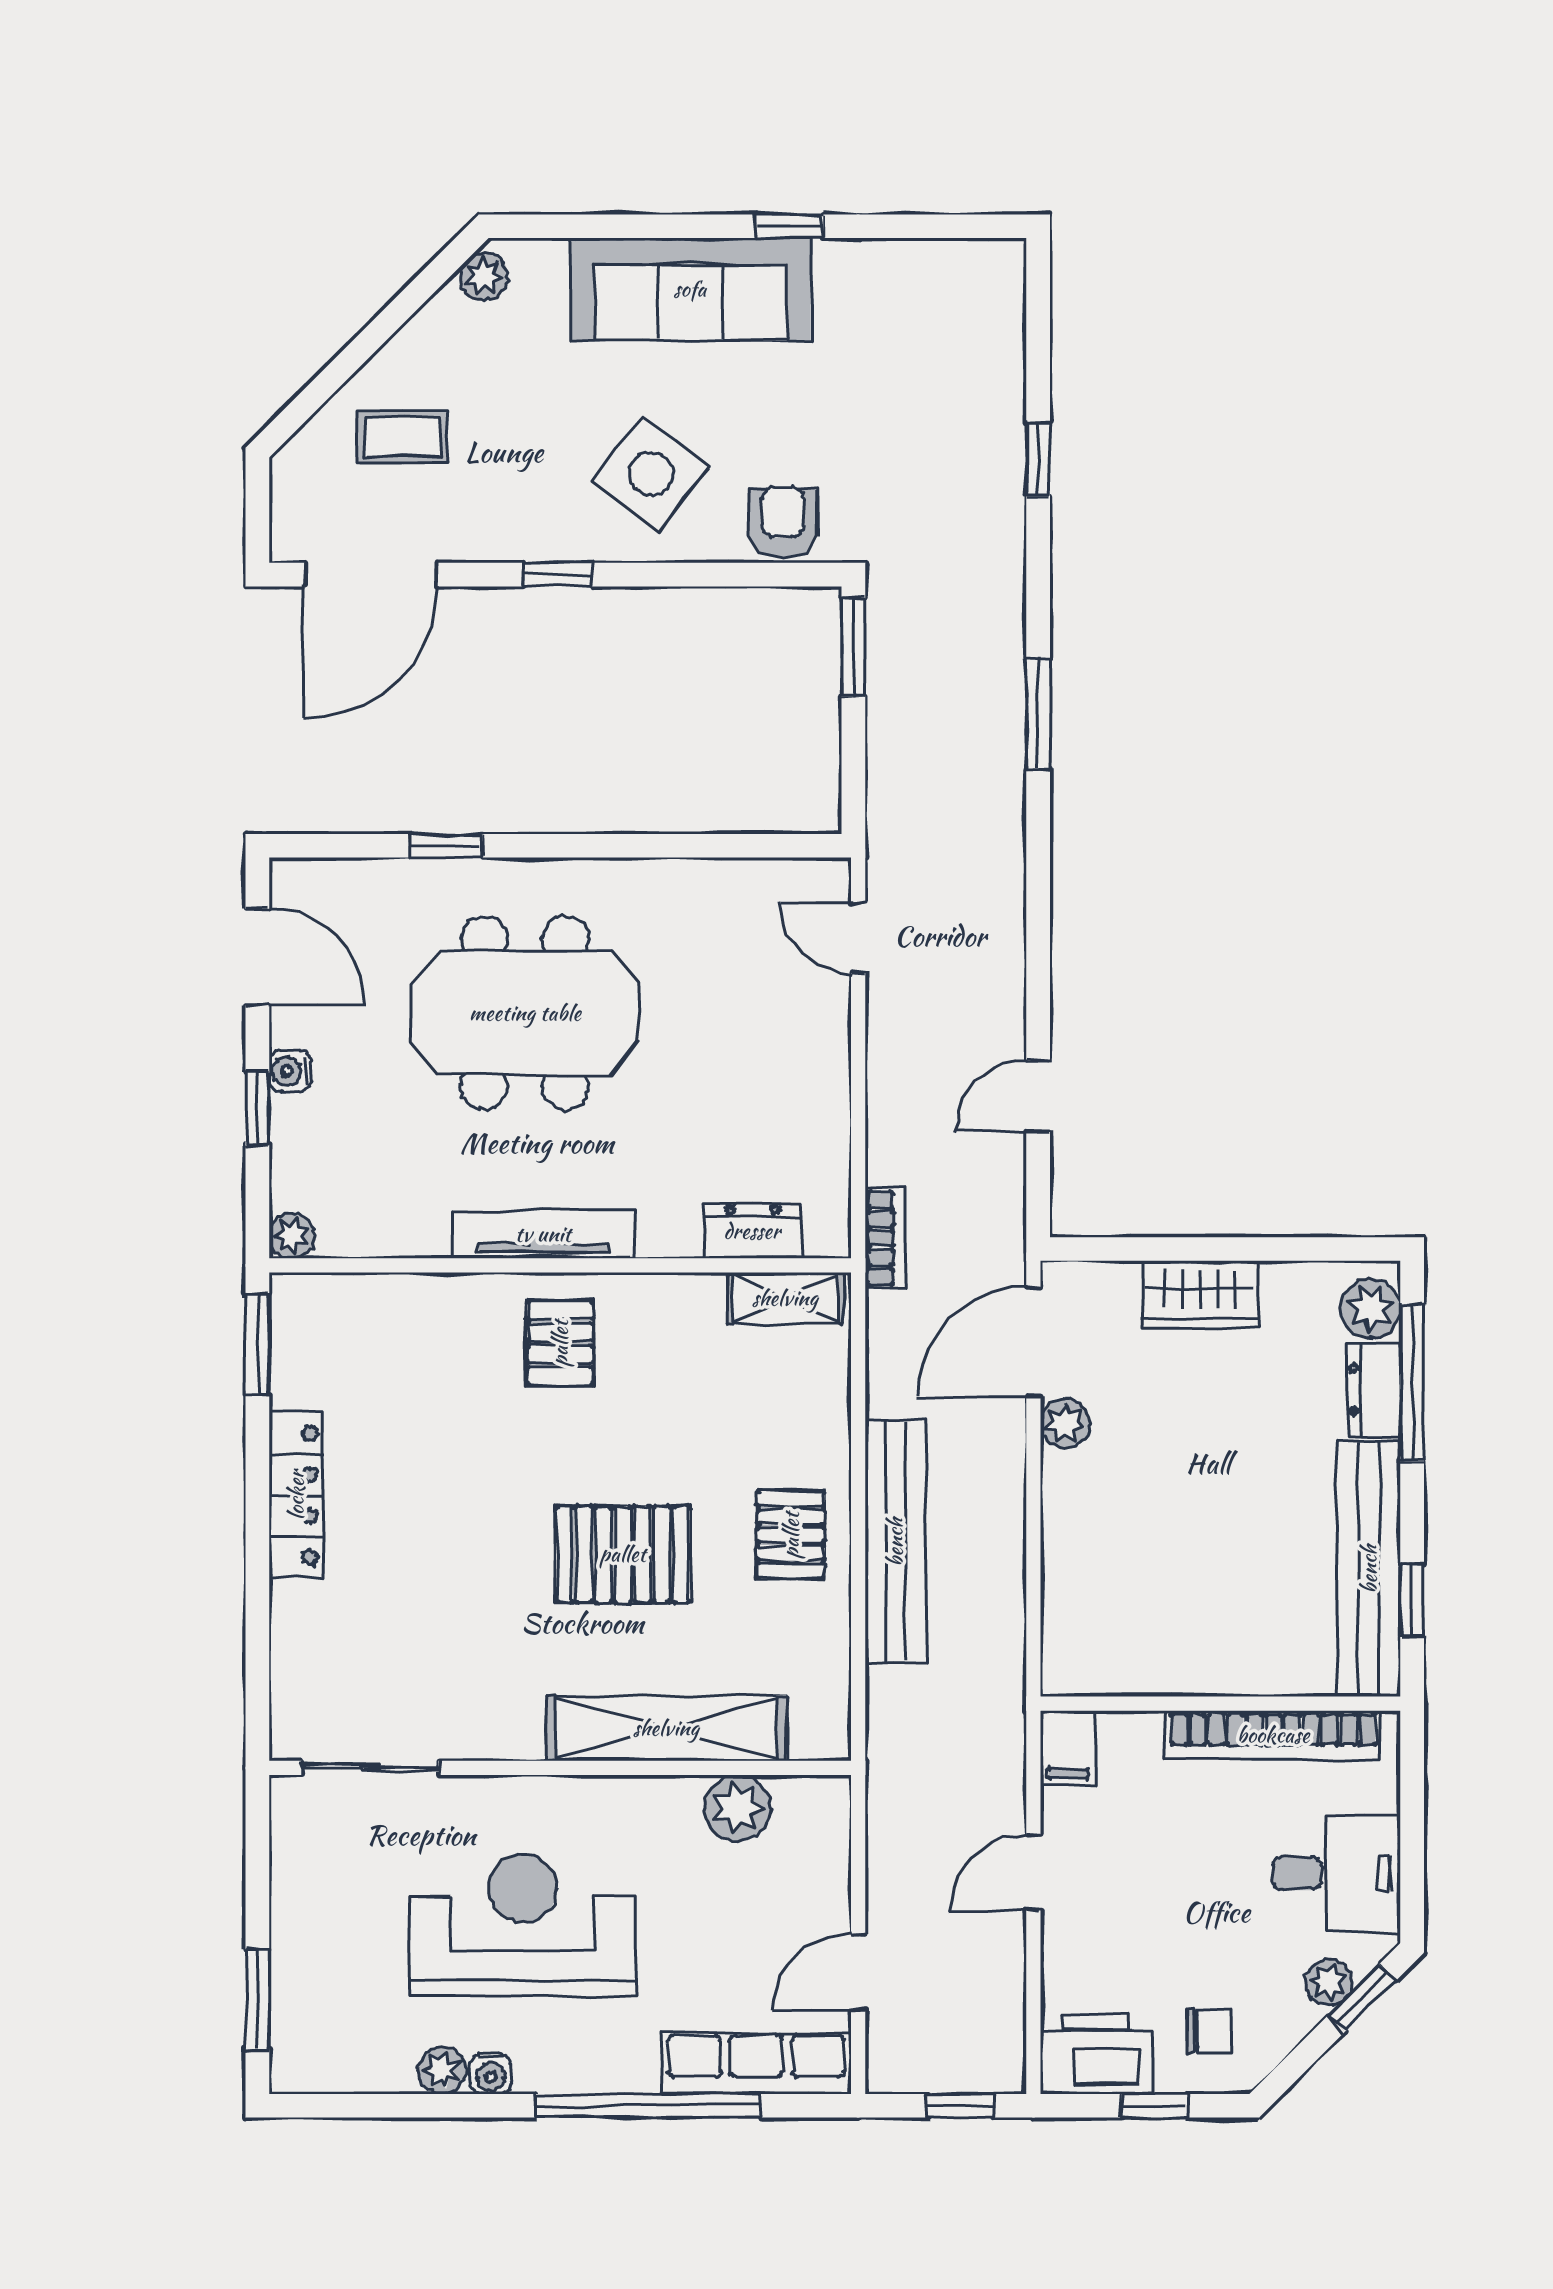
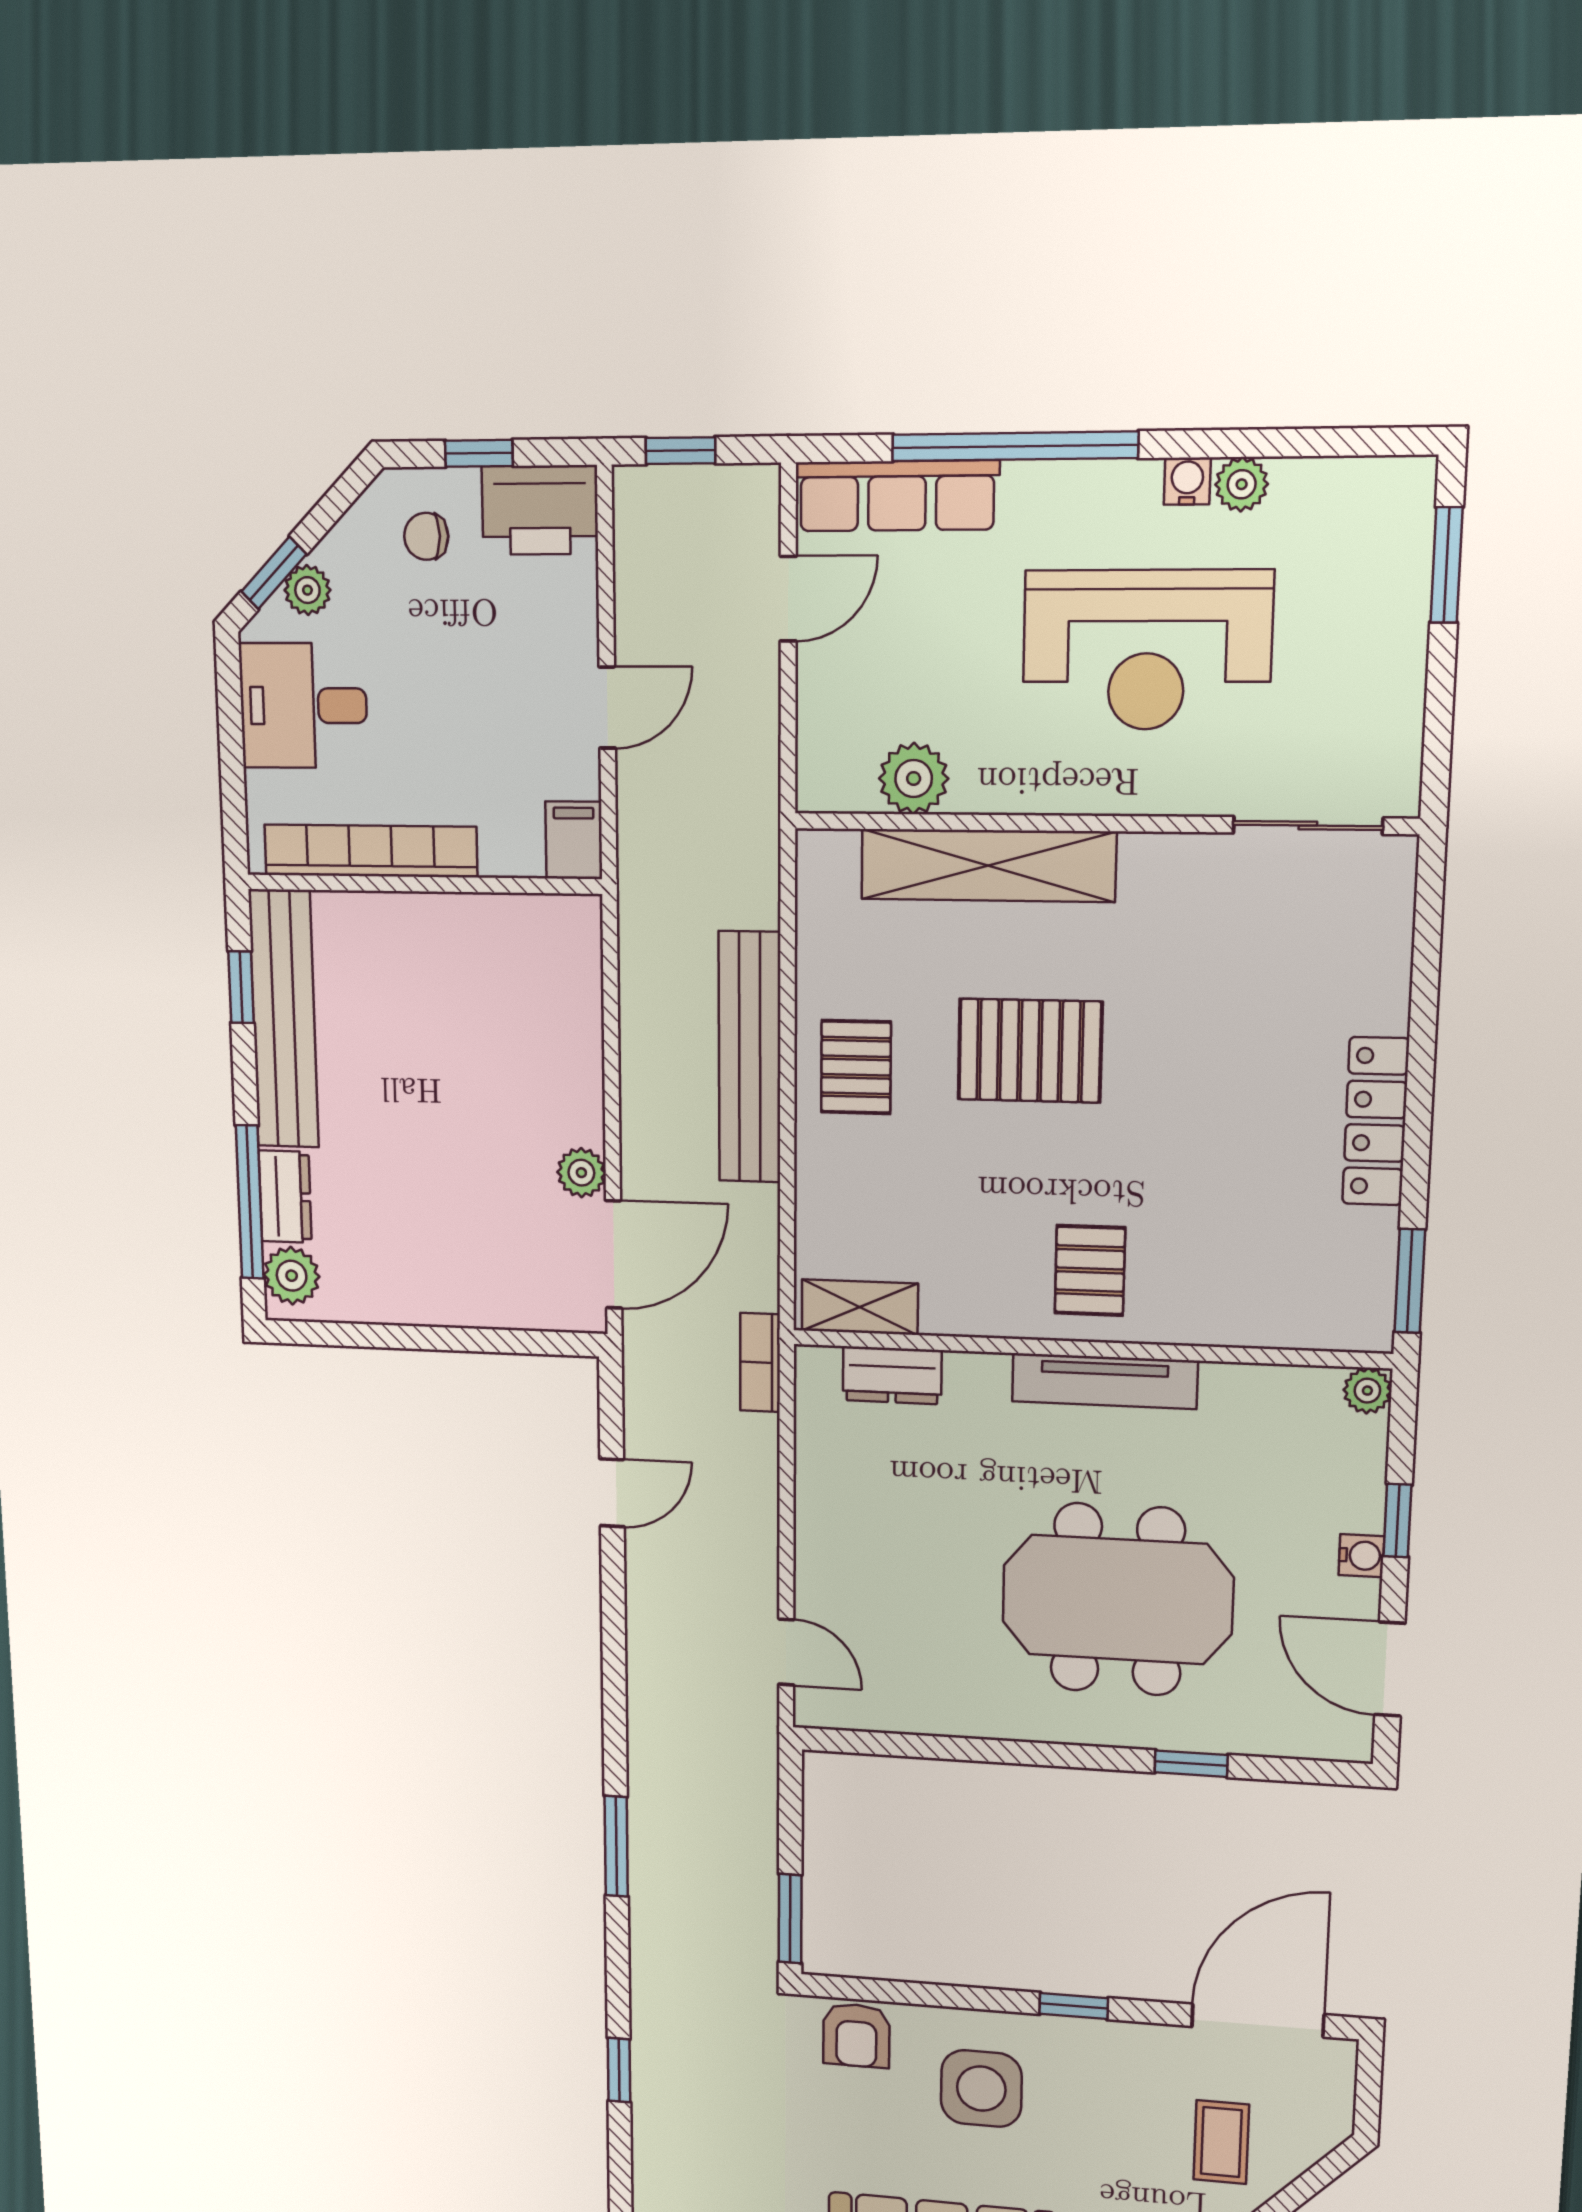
coffee table: (402, 437) -> (1221, 2142), turned 90
side table: (651, 474) -> (981, 2089), turned -38
wardrobe: (1200, 1294) -> (454, 1295), removed

